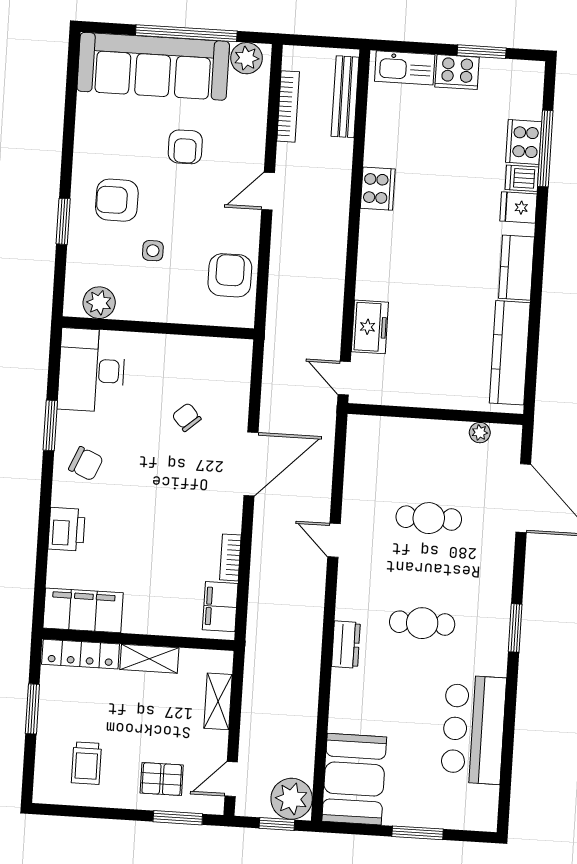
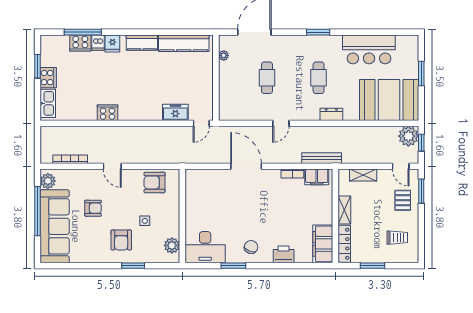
bench: (345, 97) -> (322, 158), moved
chair: (187, 417) -> (225, 199), removed
booth: (354, 779) -> (389, 100), width x1.36, depth x1.42

